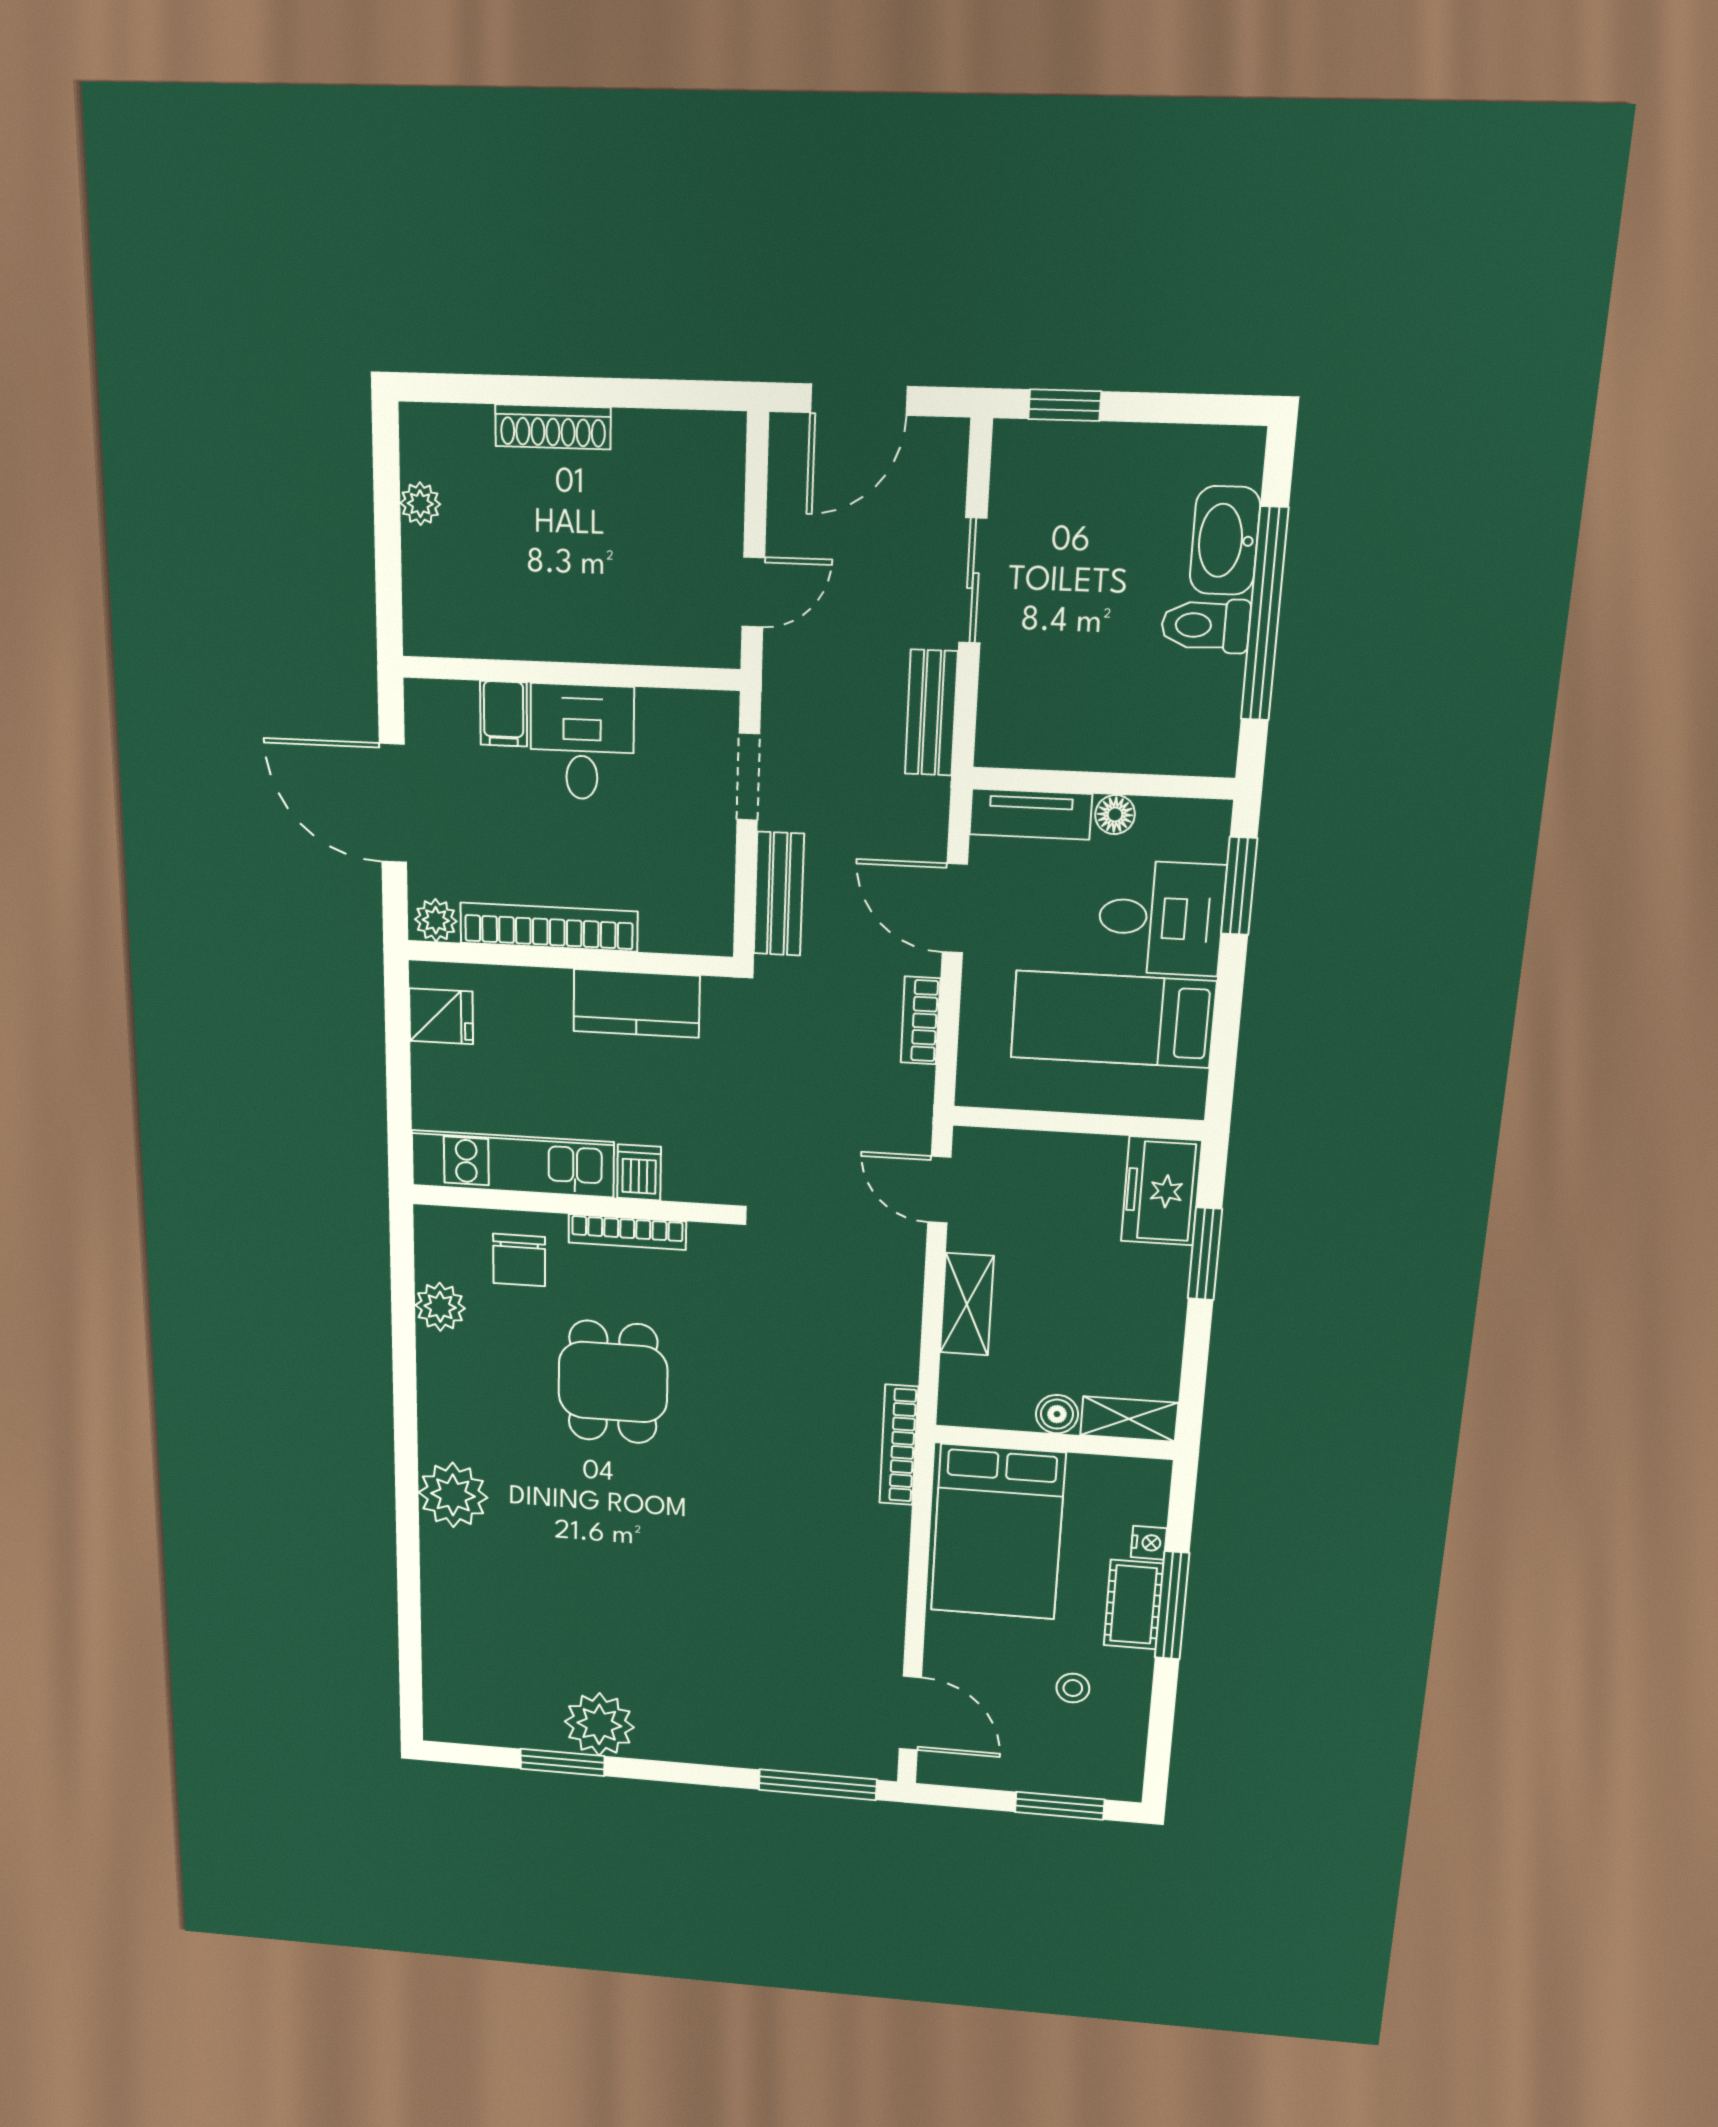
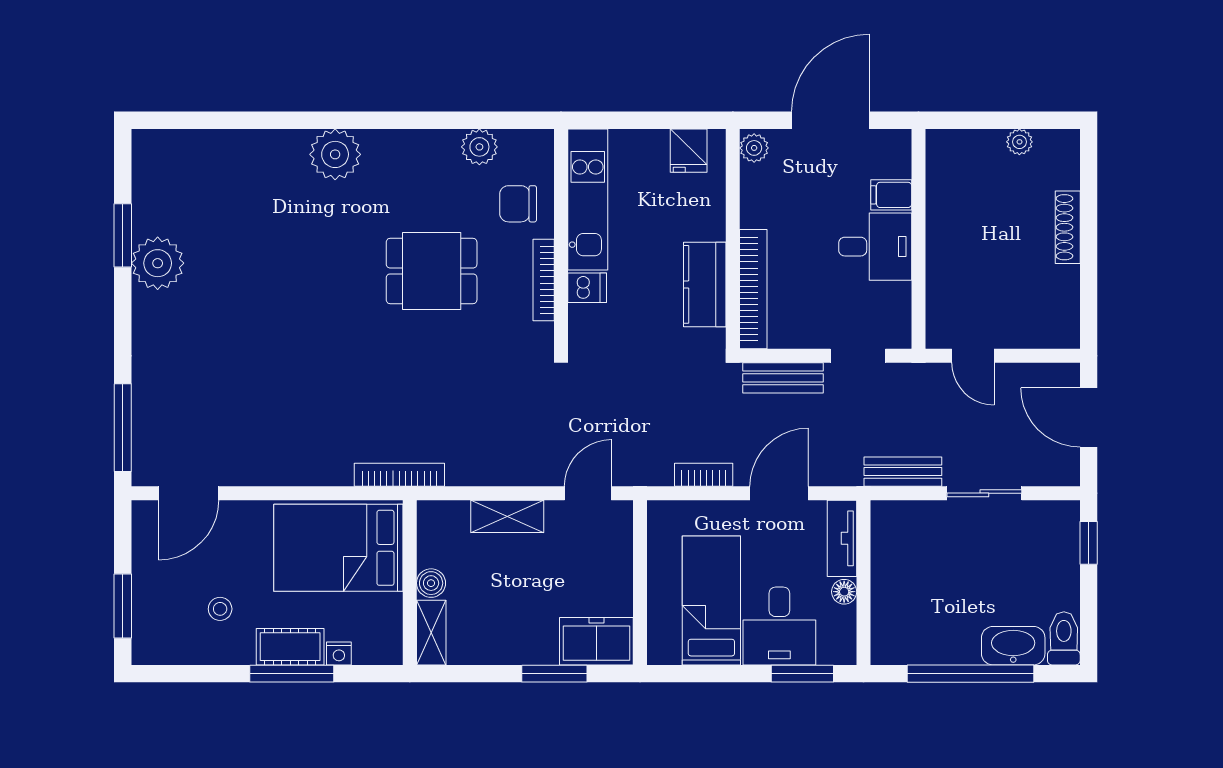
toilet: (1206, 625) -> (1064, 638), moved
bookcase: (549, 927) -> (753, 289), moved

